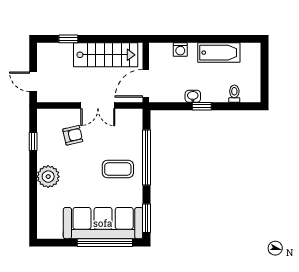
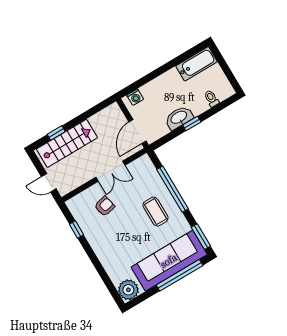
washing machine: (180, 50) -> (135, 97), moved
bathtub: (219, 53) -> (196, 64), moved
stairs: (106, 55) -> (67, 143), moved
washbasin: (193, 96) -> (179, 118), width x1.91, depth x1.45
coffee table: (118, 169) -> (155, 212), turned 90
plant: (48, 177) -> (128, 290), moved

